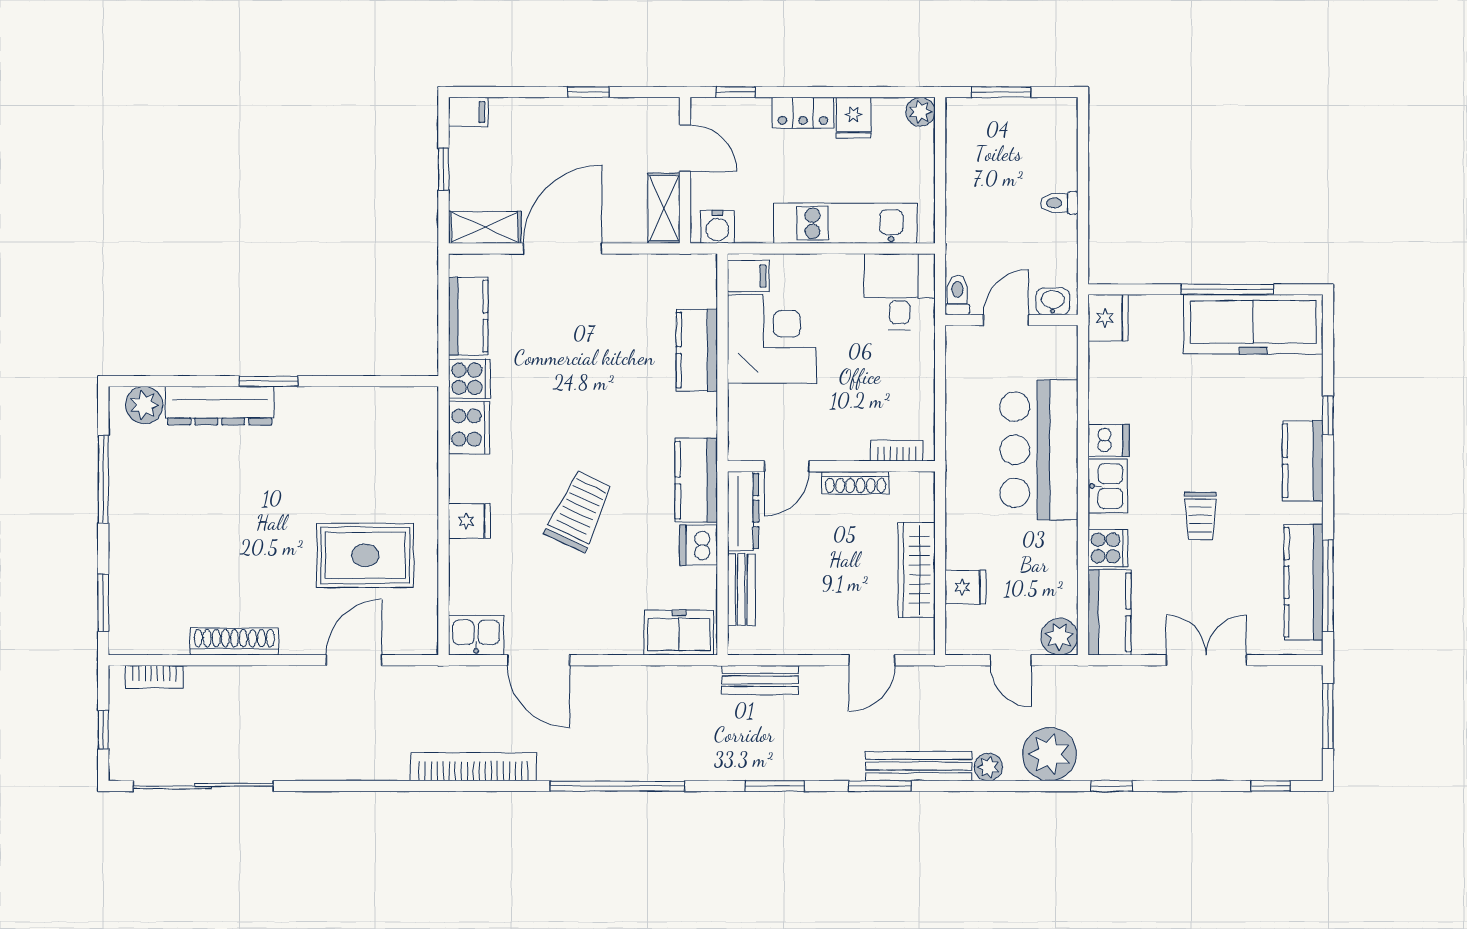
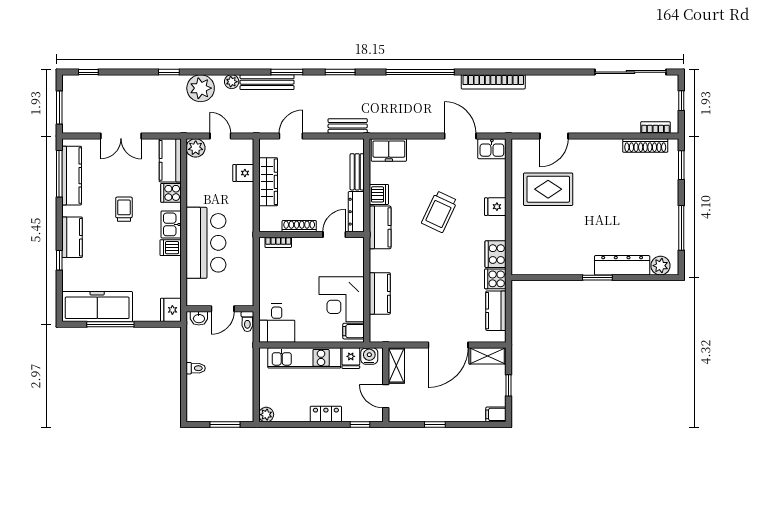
fridge: (854, 118) -> (351, 358), moved, turned 180
shoe rack: (234, 641) -> (645, 145), moved

